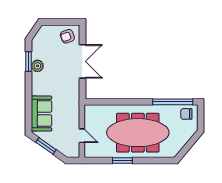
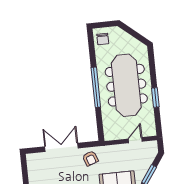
armchair: (67, 36) -> (90, 158), moved
window: (173, 102) -> (96, 87), moved

